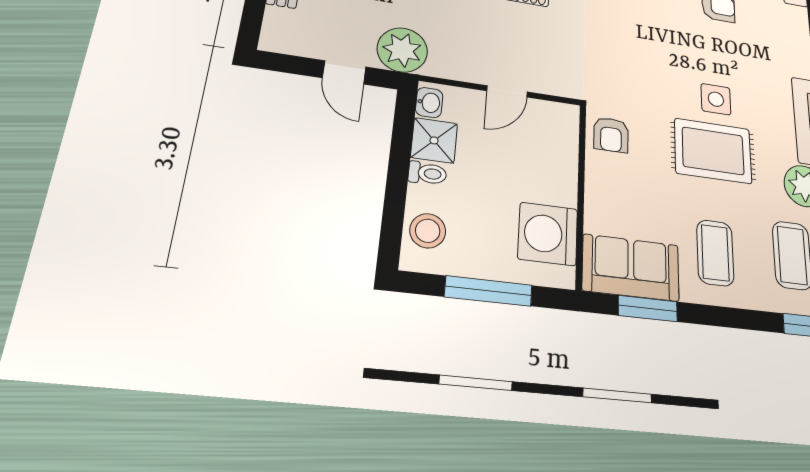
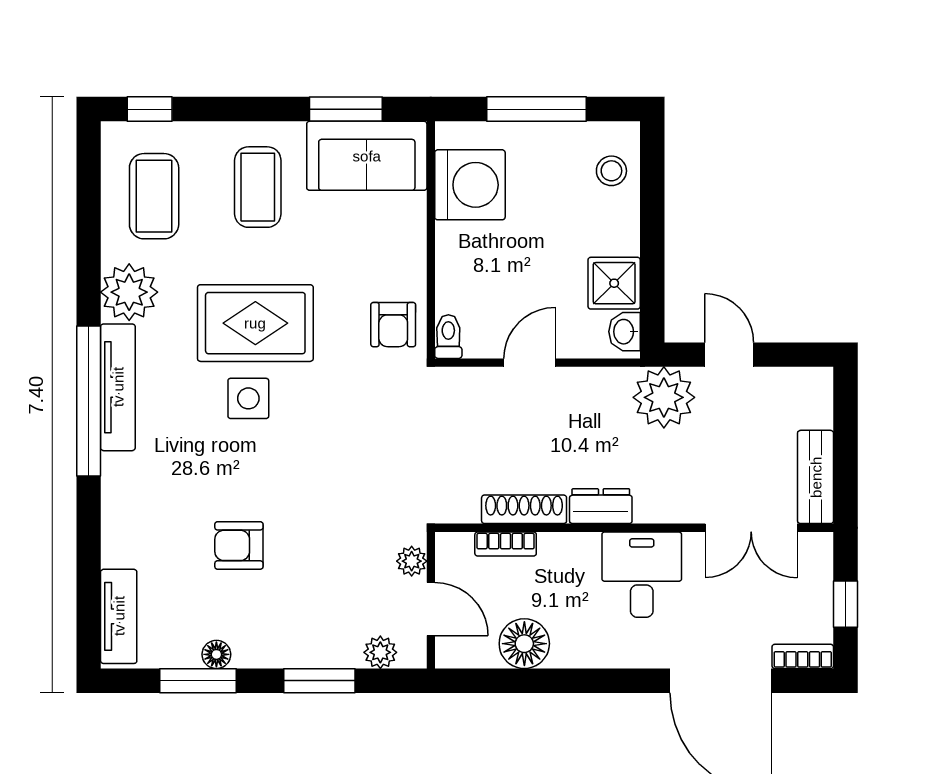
armchair: (611, 135) -> (393, 325), turned 180
toilet: (427, 173) -> (448, 337), moved, turned 90
stool: (428, 231) -> (611, 171), width x0.73, depth x0.73

